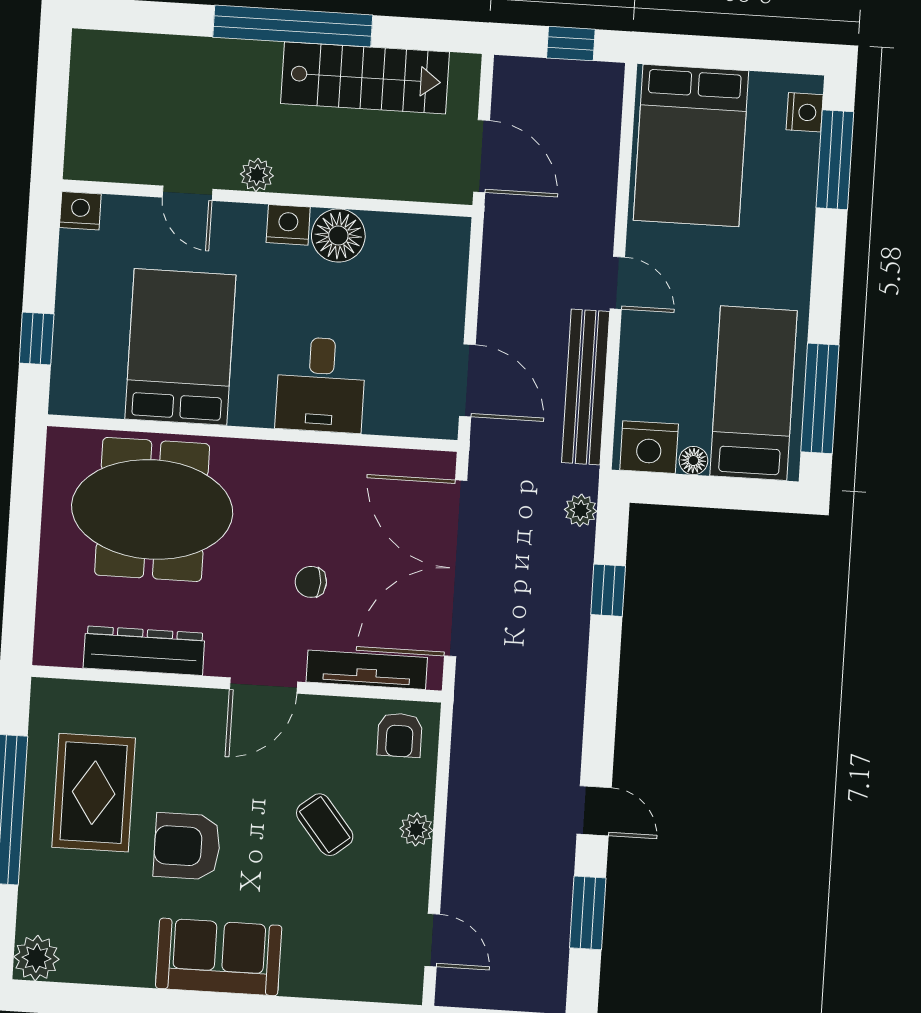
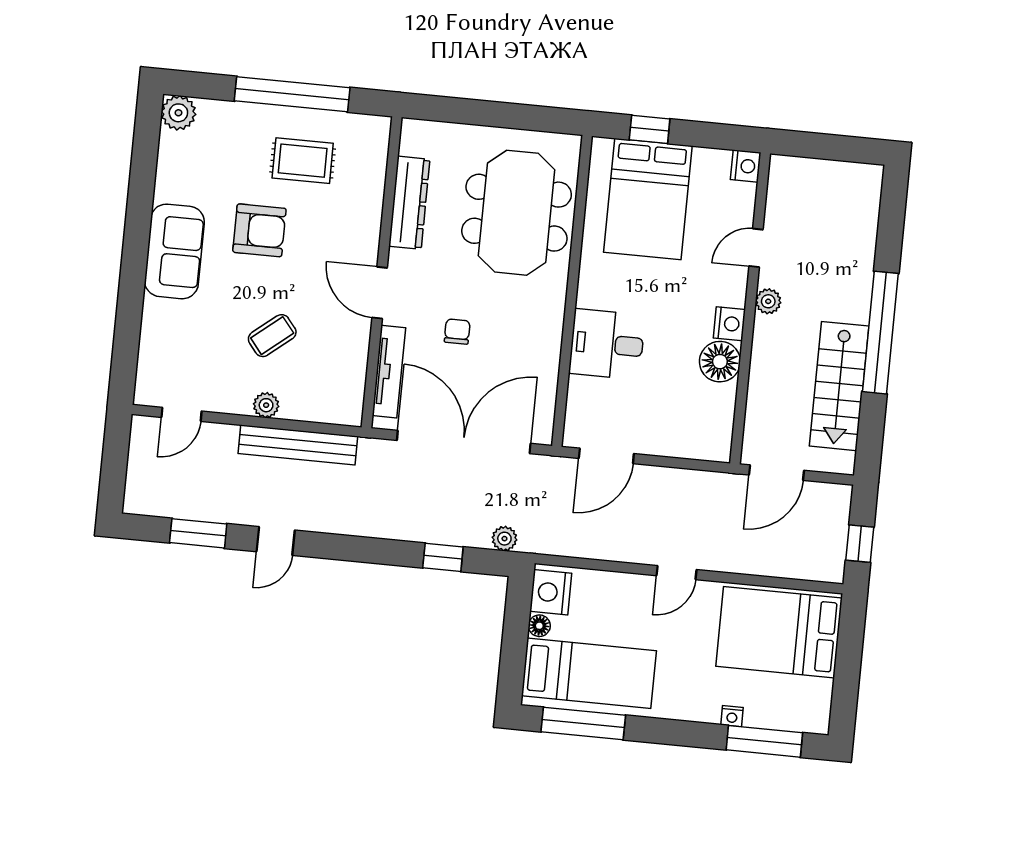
nightstand: (805, 112) -> (732, 716), moved, width x0.72, depth x0.74
bed: (180, 347) -> (648, 199), moved, turned 90
bench: (586, 387) -> (298, 445), moved
armchair: (400, 735) -> (338, 395), removed
rug: (94, 793) -> (303, 161), width x0.73, depth x0.70
armchair: (187, 846) -> (259, 230), turned 90

